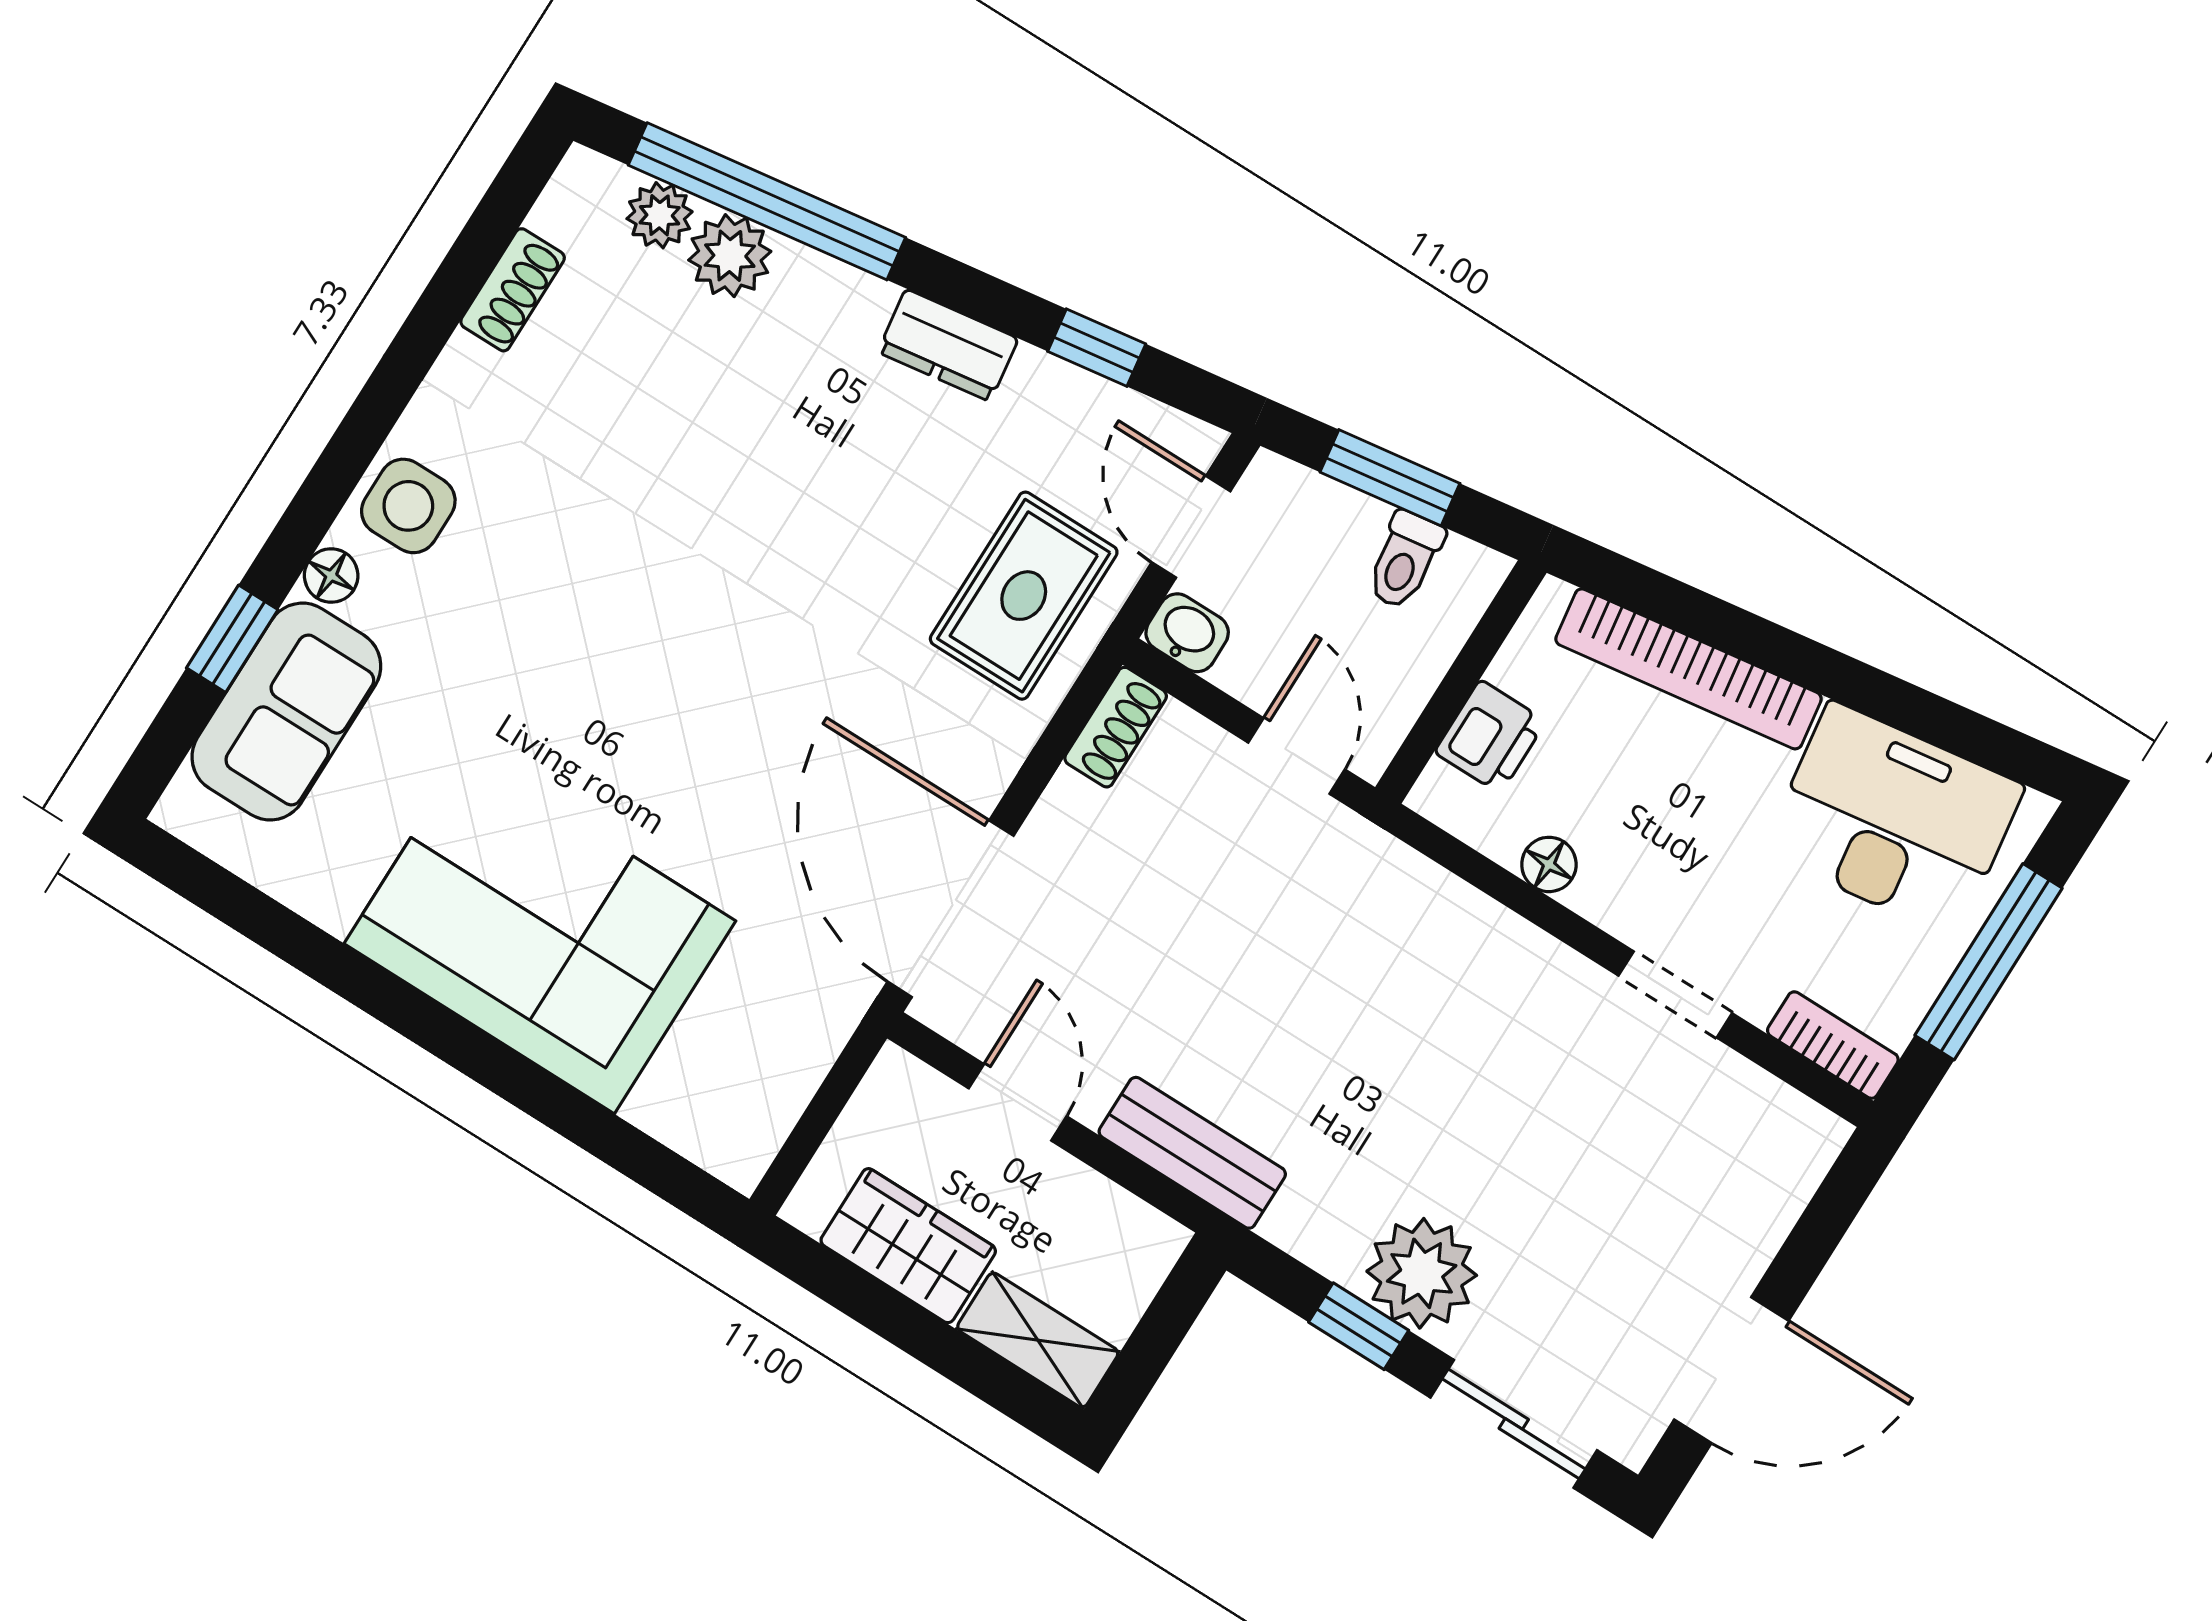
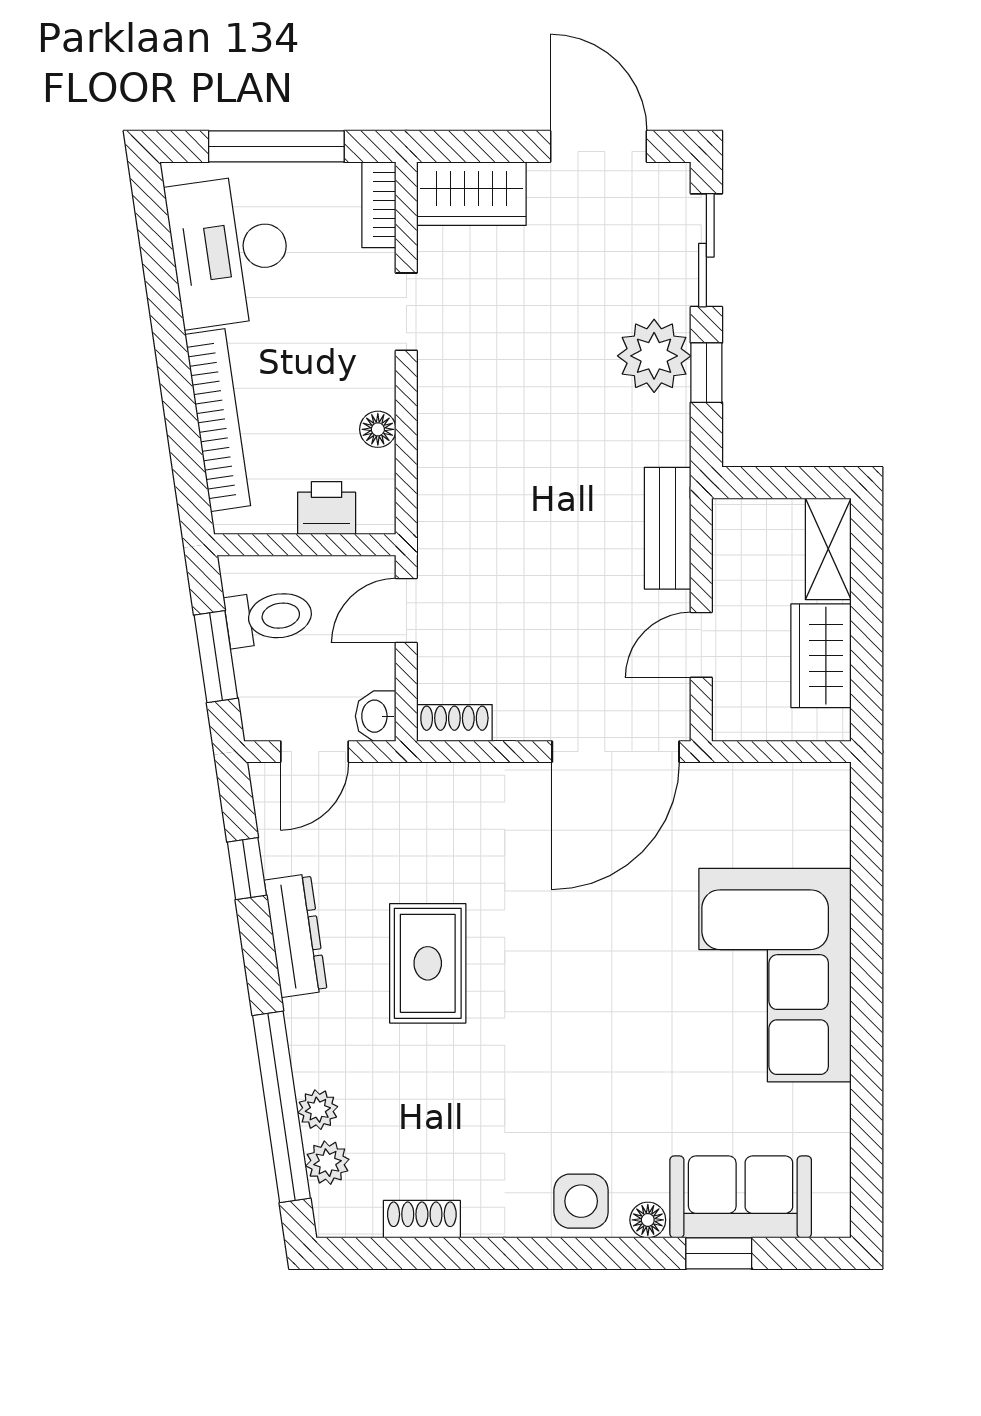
plant: (730, 256) -> (318, 1110), width x0.73, depth x0.73
dresser: (948, 345) -> (296, 936), width x1.44
toilet: (1405, 560) -> (269, 617), width x1.37, depth x1.39
rug: (1024, 596) -> (428, 963), moved, turned 90
wardrobe: (1773, 1171) -> (471, 194), added

